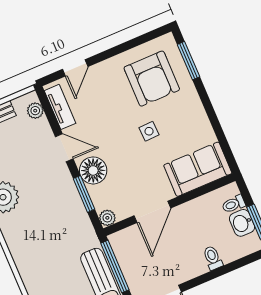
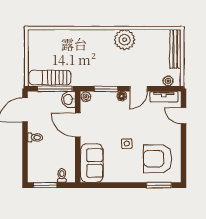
floor lamp: (93, 170) -> (122, 96), width x0.53, depth x0.53
washbasin: (242, 223) -> (68, 99), moved, turned -90
toilet: (213, 258) -> (35, 137), moved

